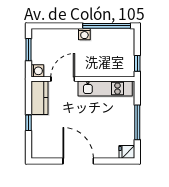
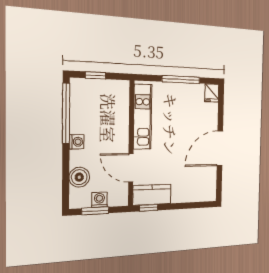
boiler: (56, 37) -> (79, 177), added
window: (137, 63) -> (96, 75), moved
washing machine: (37, 71) -> (99, 200), moved
window: (28, 123) -> (149, 208), moved

